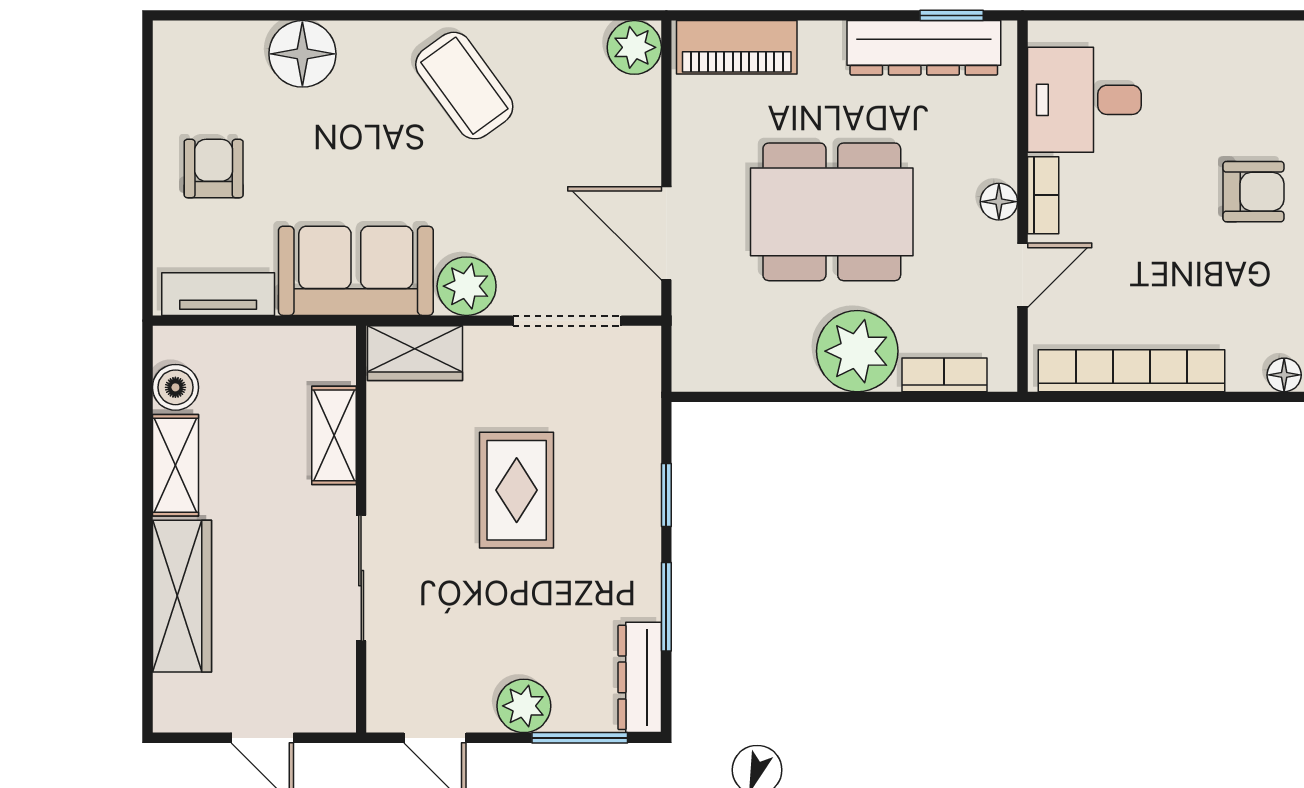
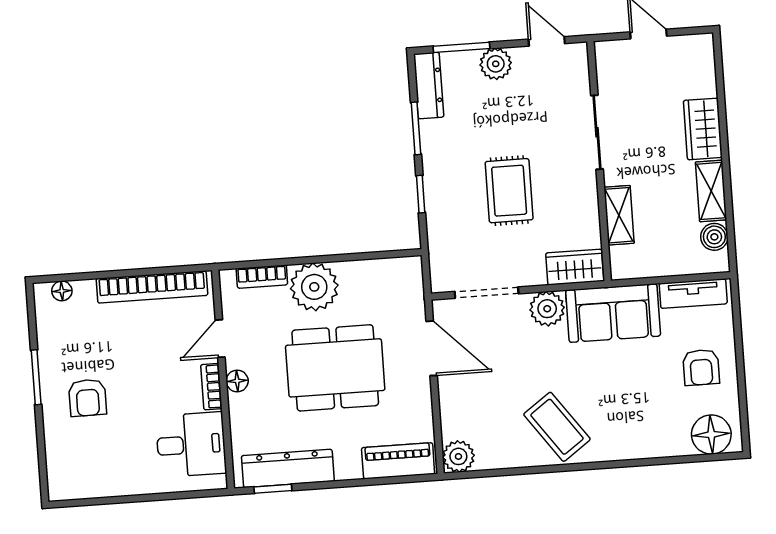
floor lamp: (302, 54) -> (711, 434), moved
armchair: (1253, 192) -> (88, 398), turned -90
wardrobe: (182, 596) -> (703, 129), width x0.67

